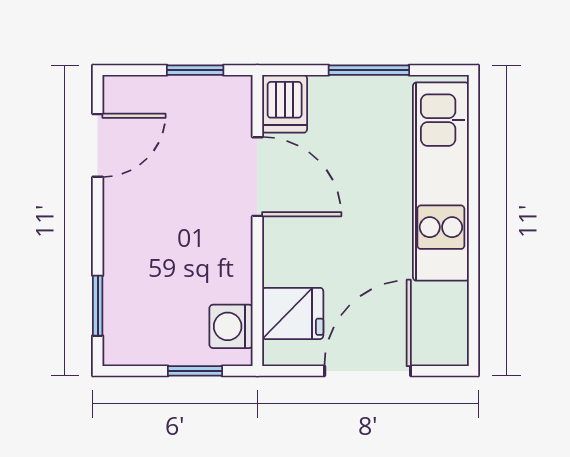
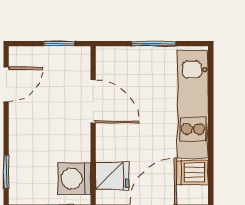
dishwasher: (285, 104) -> (192, 172), moved, turned 90
washing machine: (231, 326) -> (74, 179), width x1.38, depth x1.38

